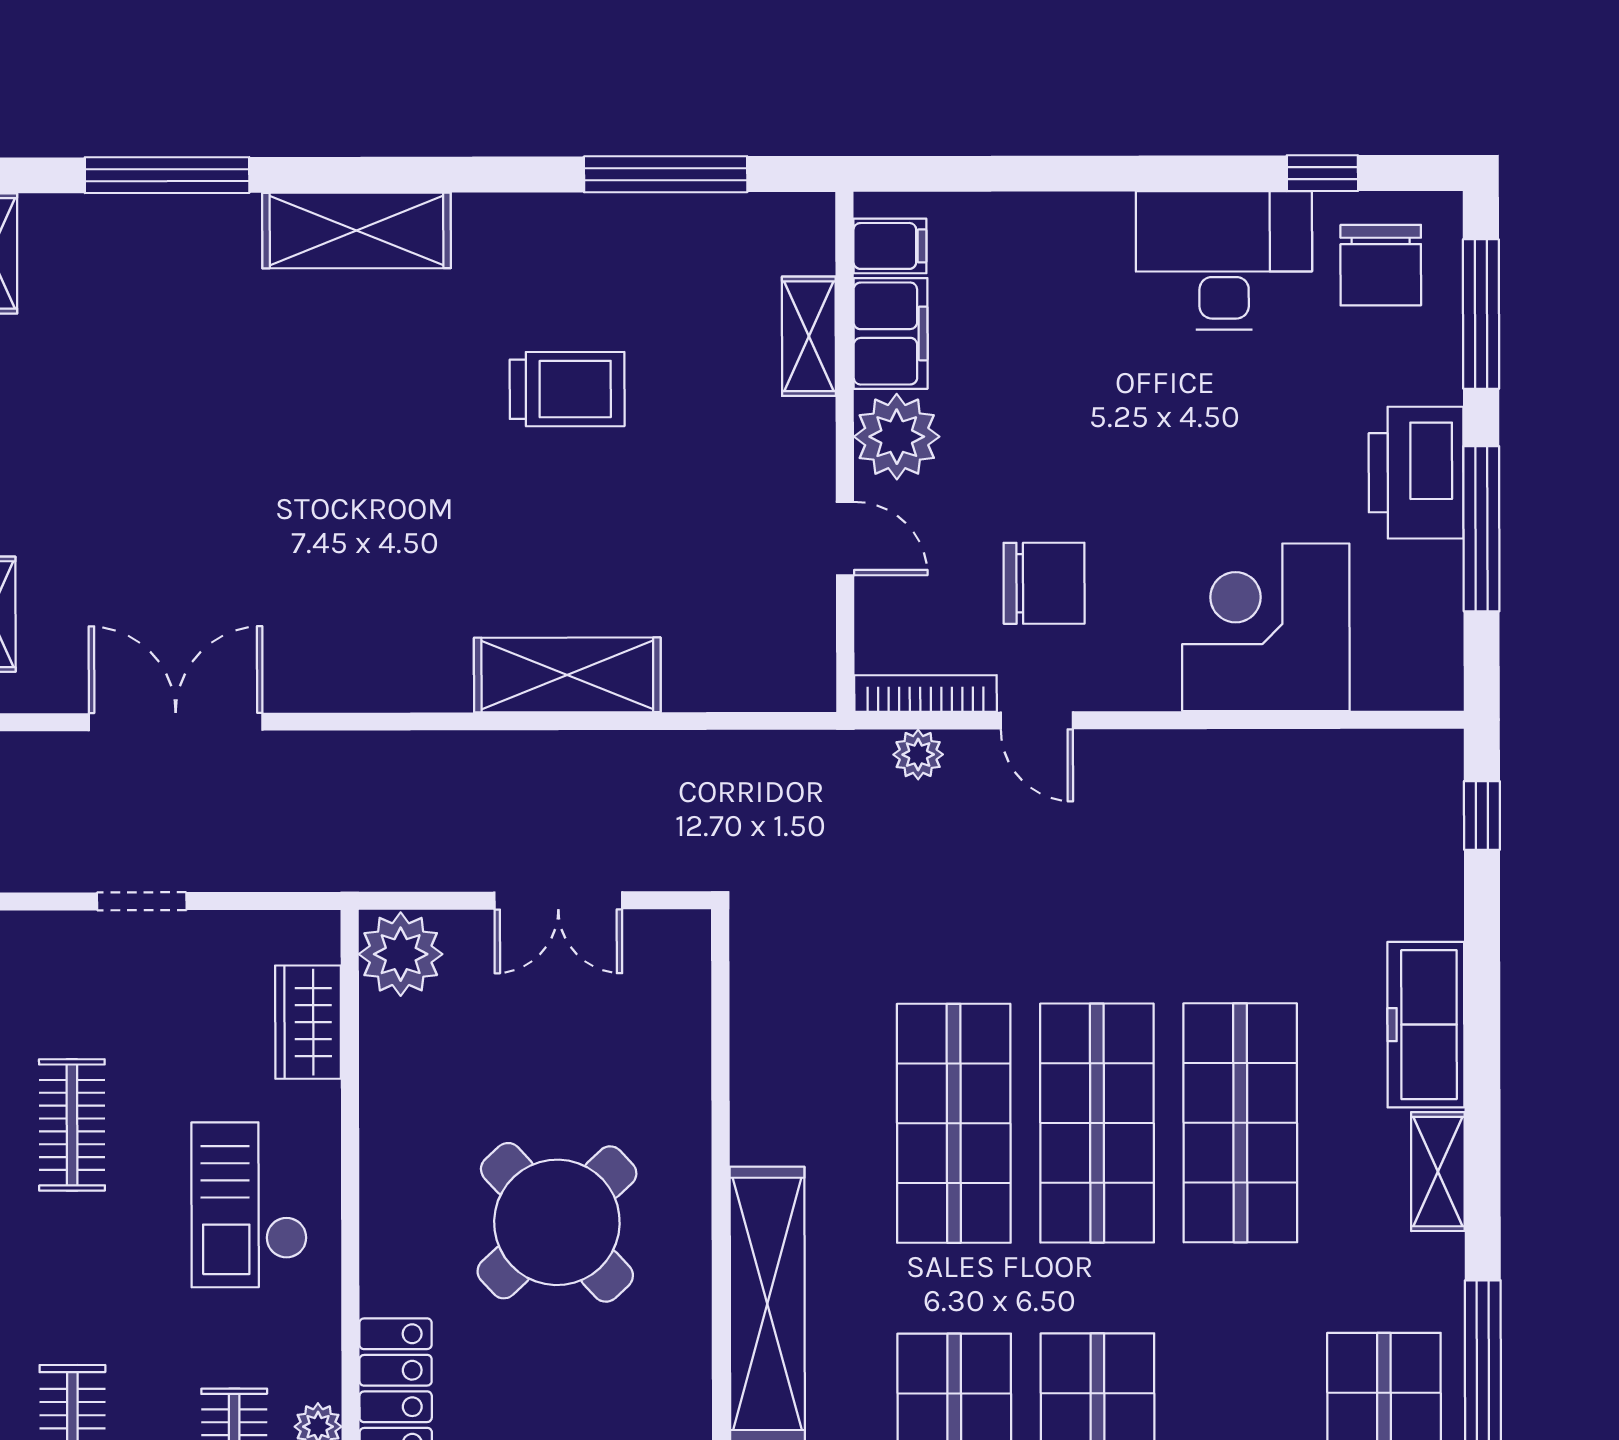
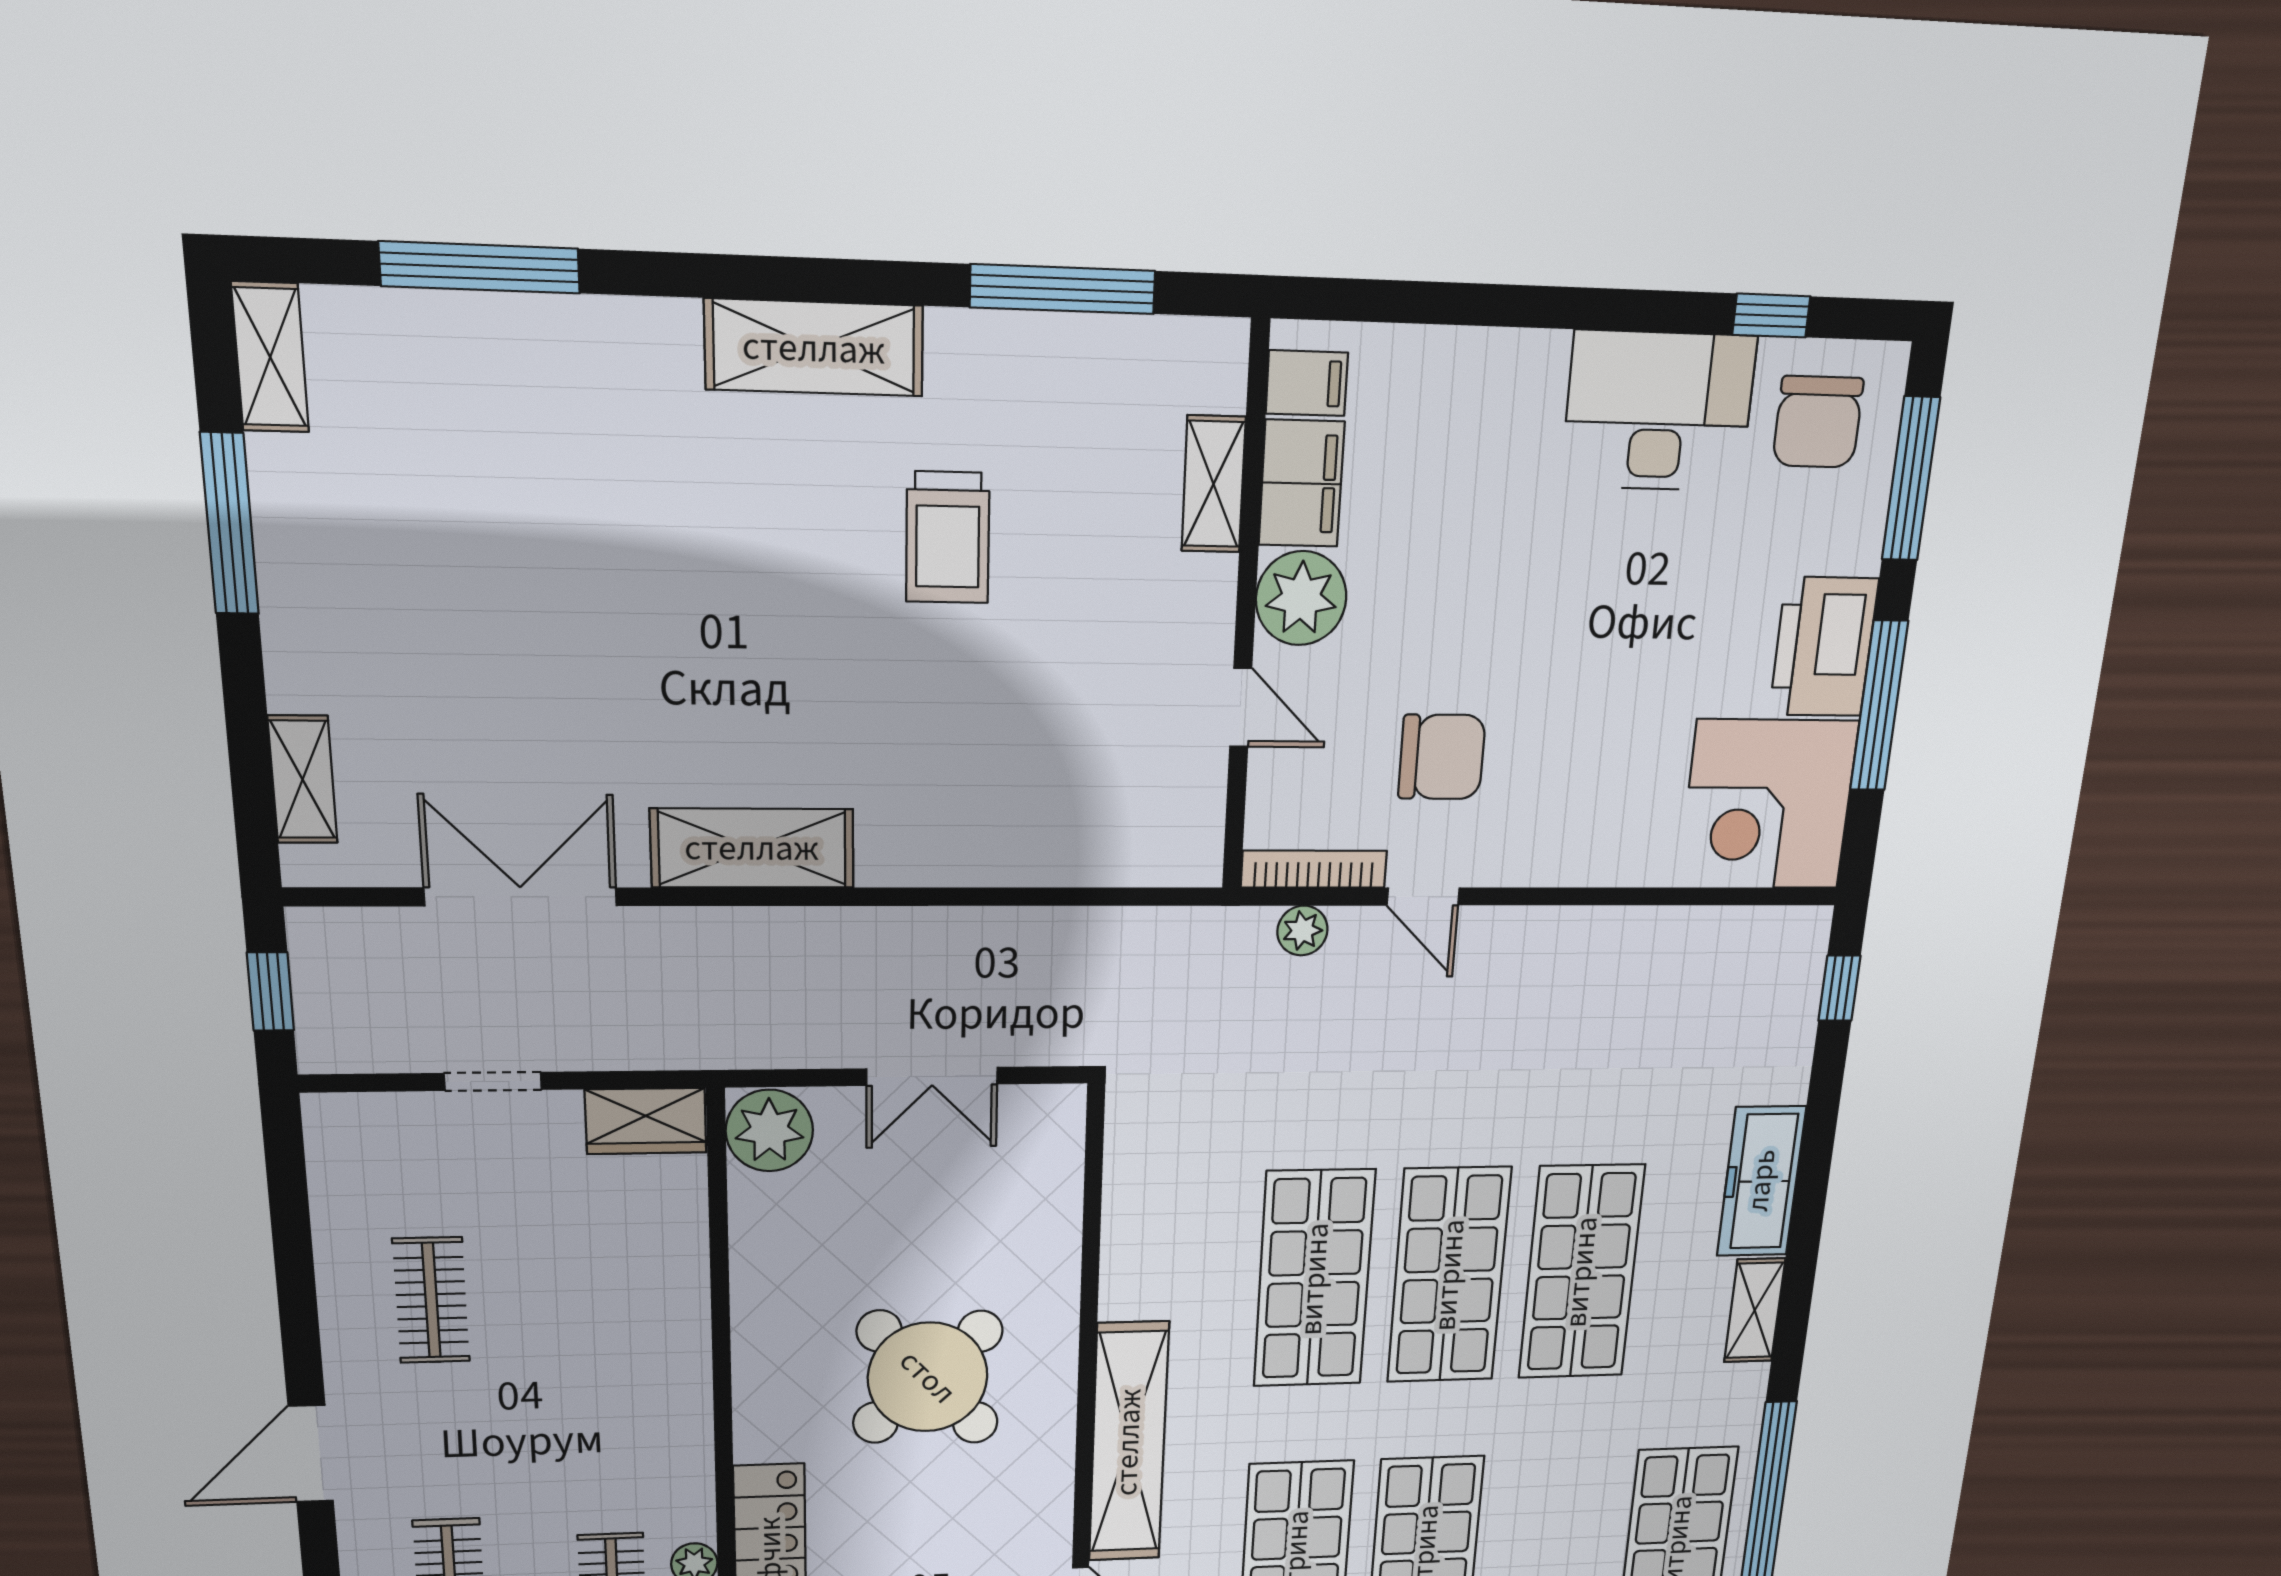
shelving: (357, 230) -> (814, 348), moved
trolley: (567, 389) -> (948, 537), turned 90
corner desk: (1266, 627) -> (1768, 805), moved, turned -90
shelving: (567, 675) -> (752, 848), moved
wardrobe: (308, 1022) -> (646, 1121), moved, turned -90
checkout: (249, 1205) -> (619, 1370), removed

